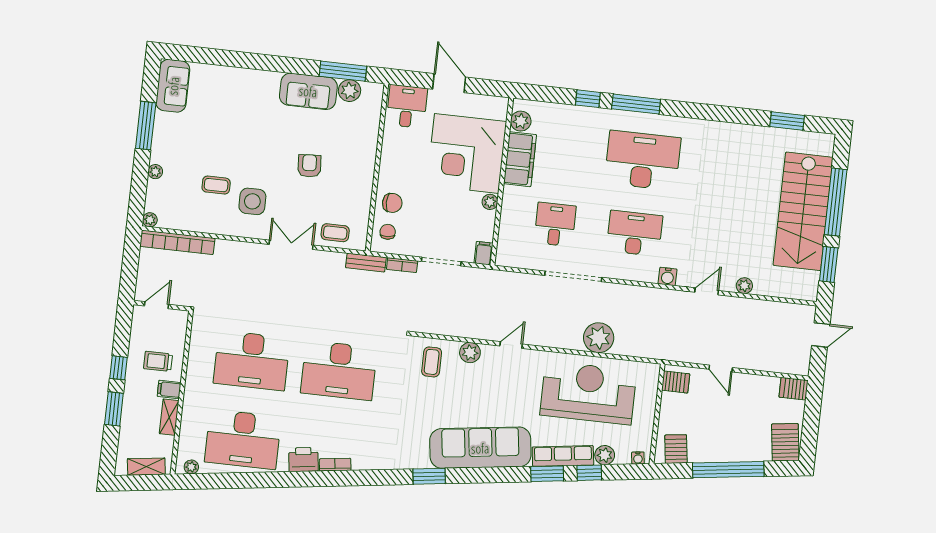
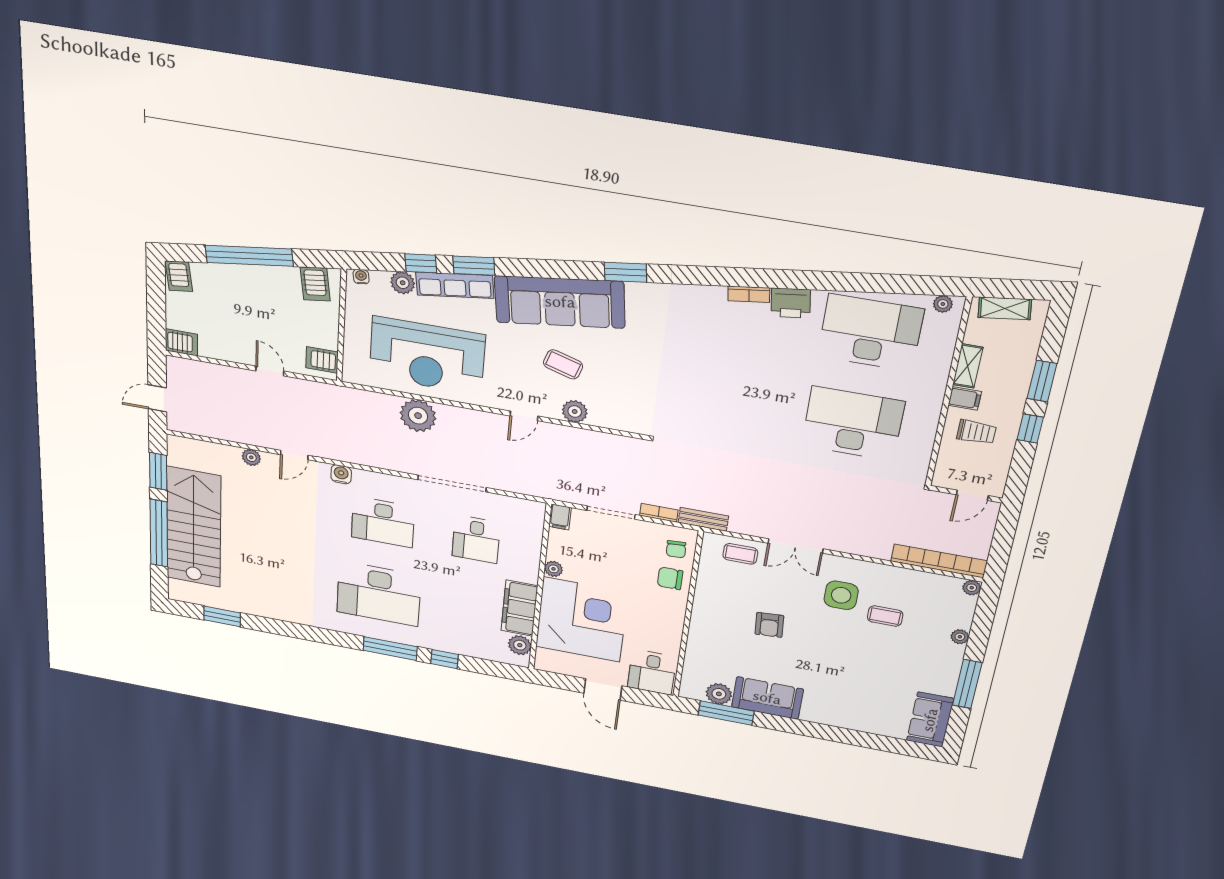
coffee table: (432, 362) -> (563, 364), moved, turned -73
desk: (339, 370) -> (740, 404), removed
server rack: (785, 442) -> (179, 276), width x0.73, depth x0.70

